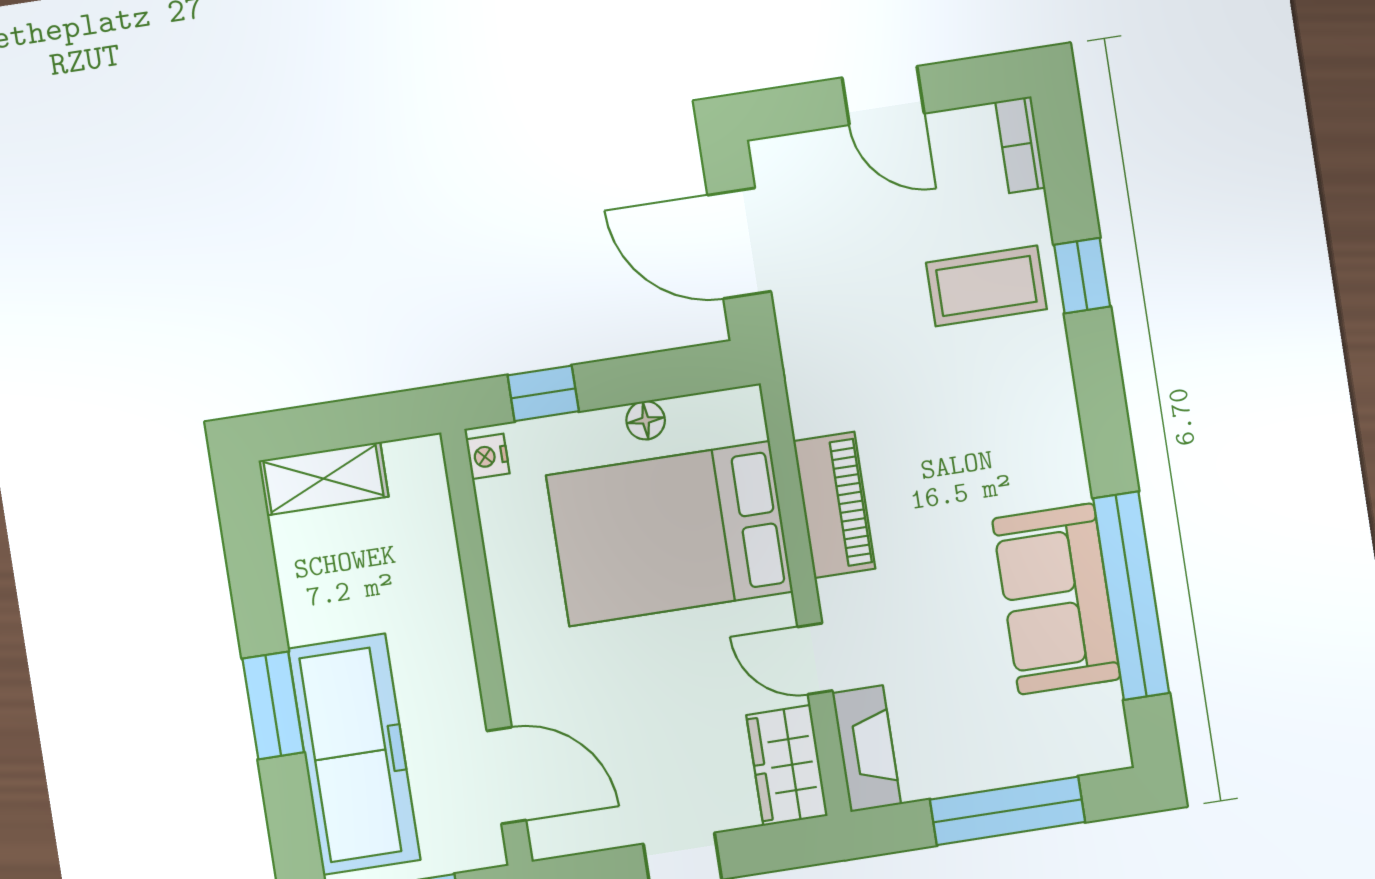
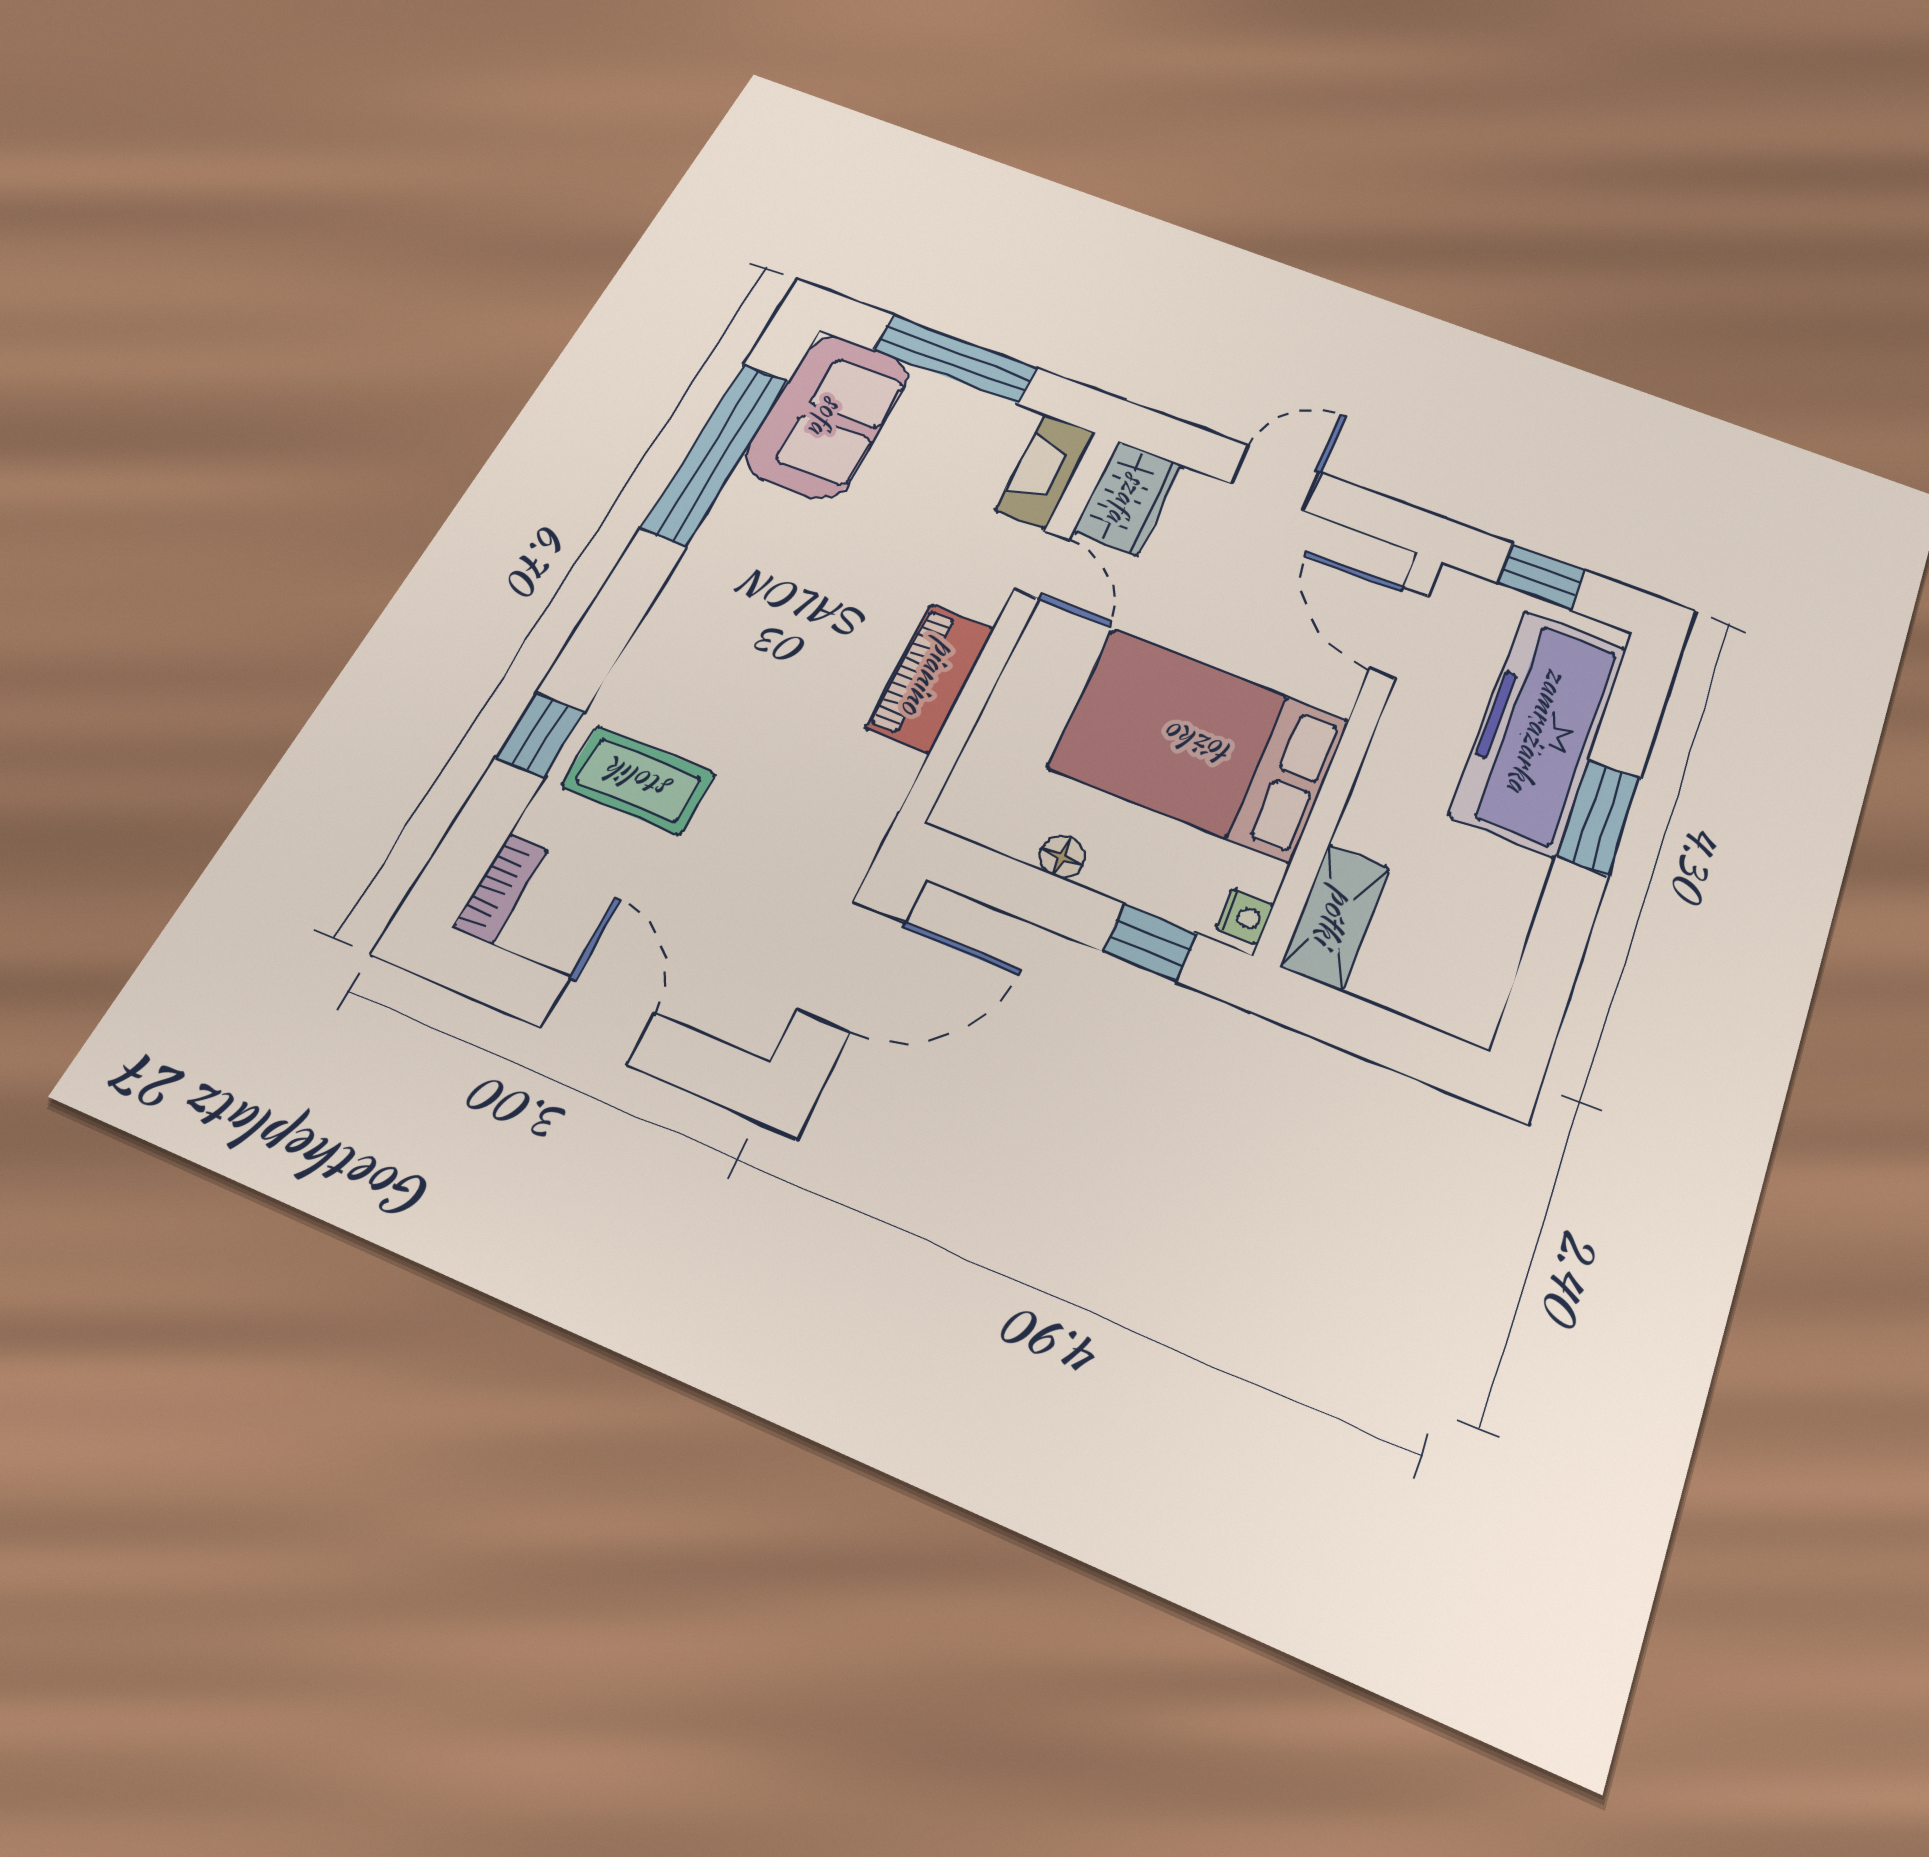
door: (739, 243) -> (852, 966), hinge flipped
shelving: (323, 479) -> (1335, 917), moved, turned 90
bed: (670, 534) -> (1199, 744), moved, turned 180
sofa: (1056, 599) -> (828, 416), moved

